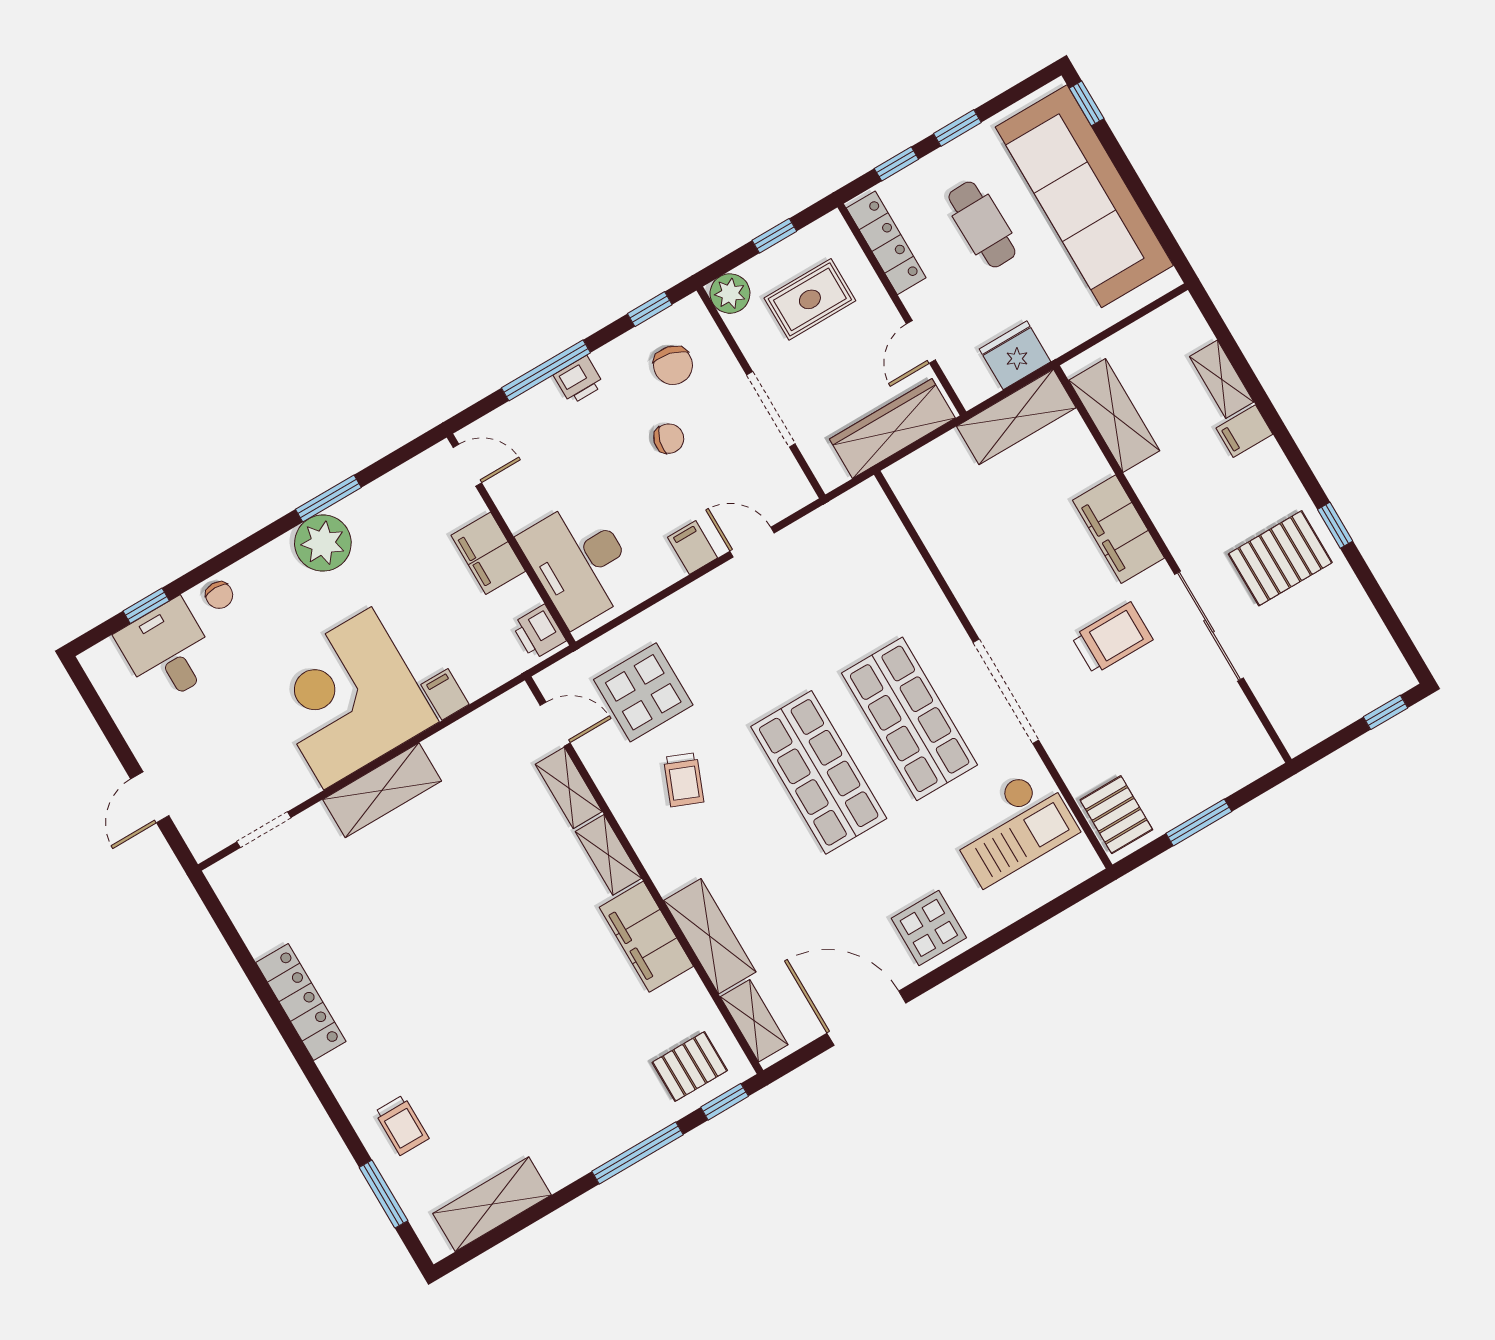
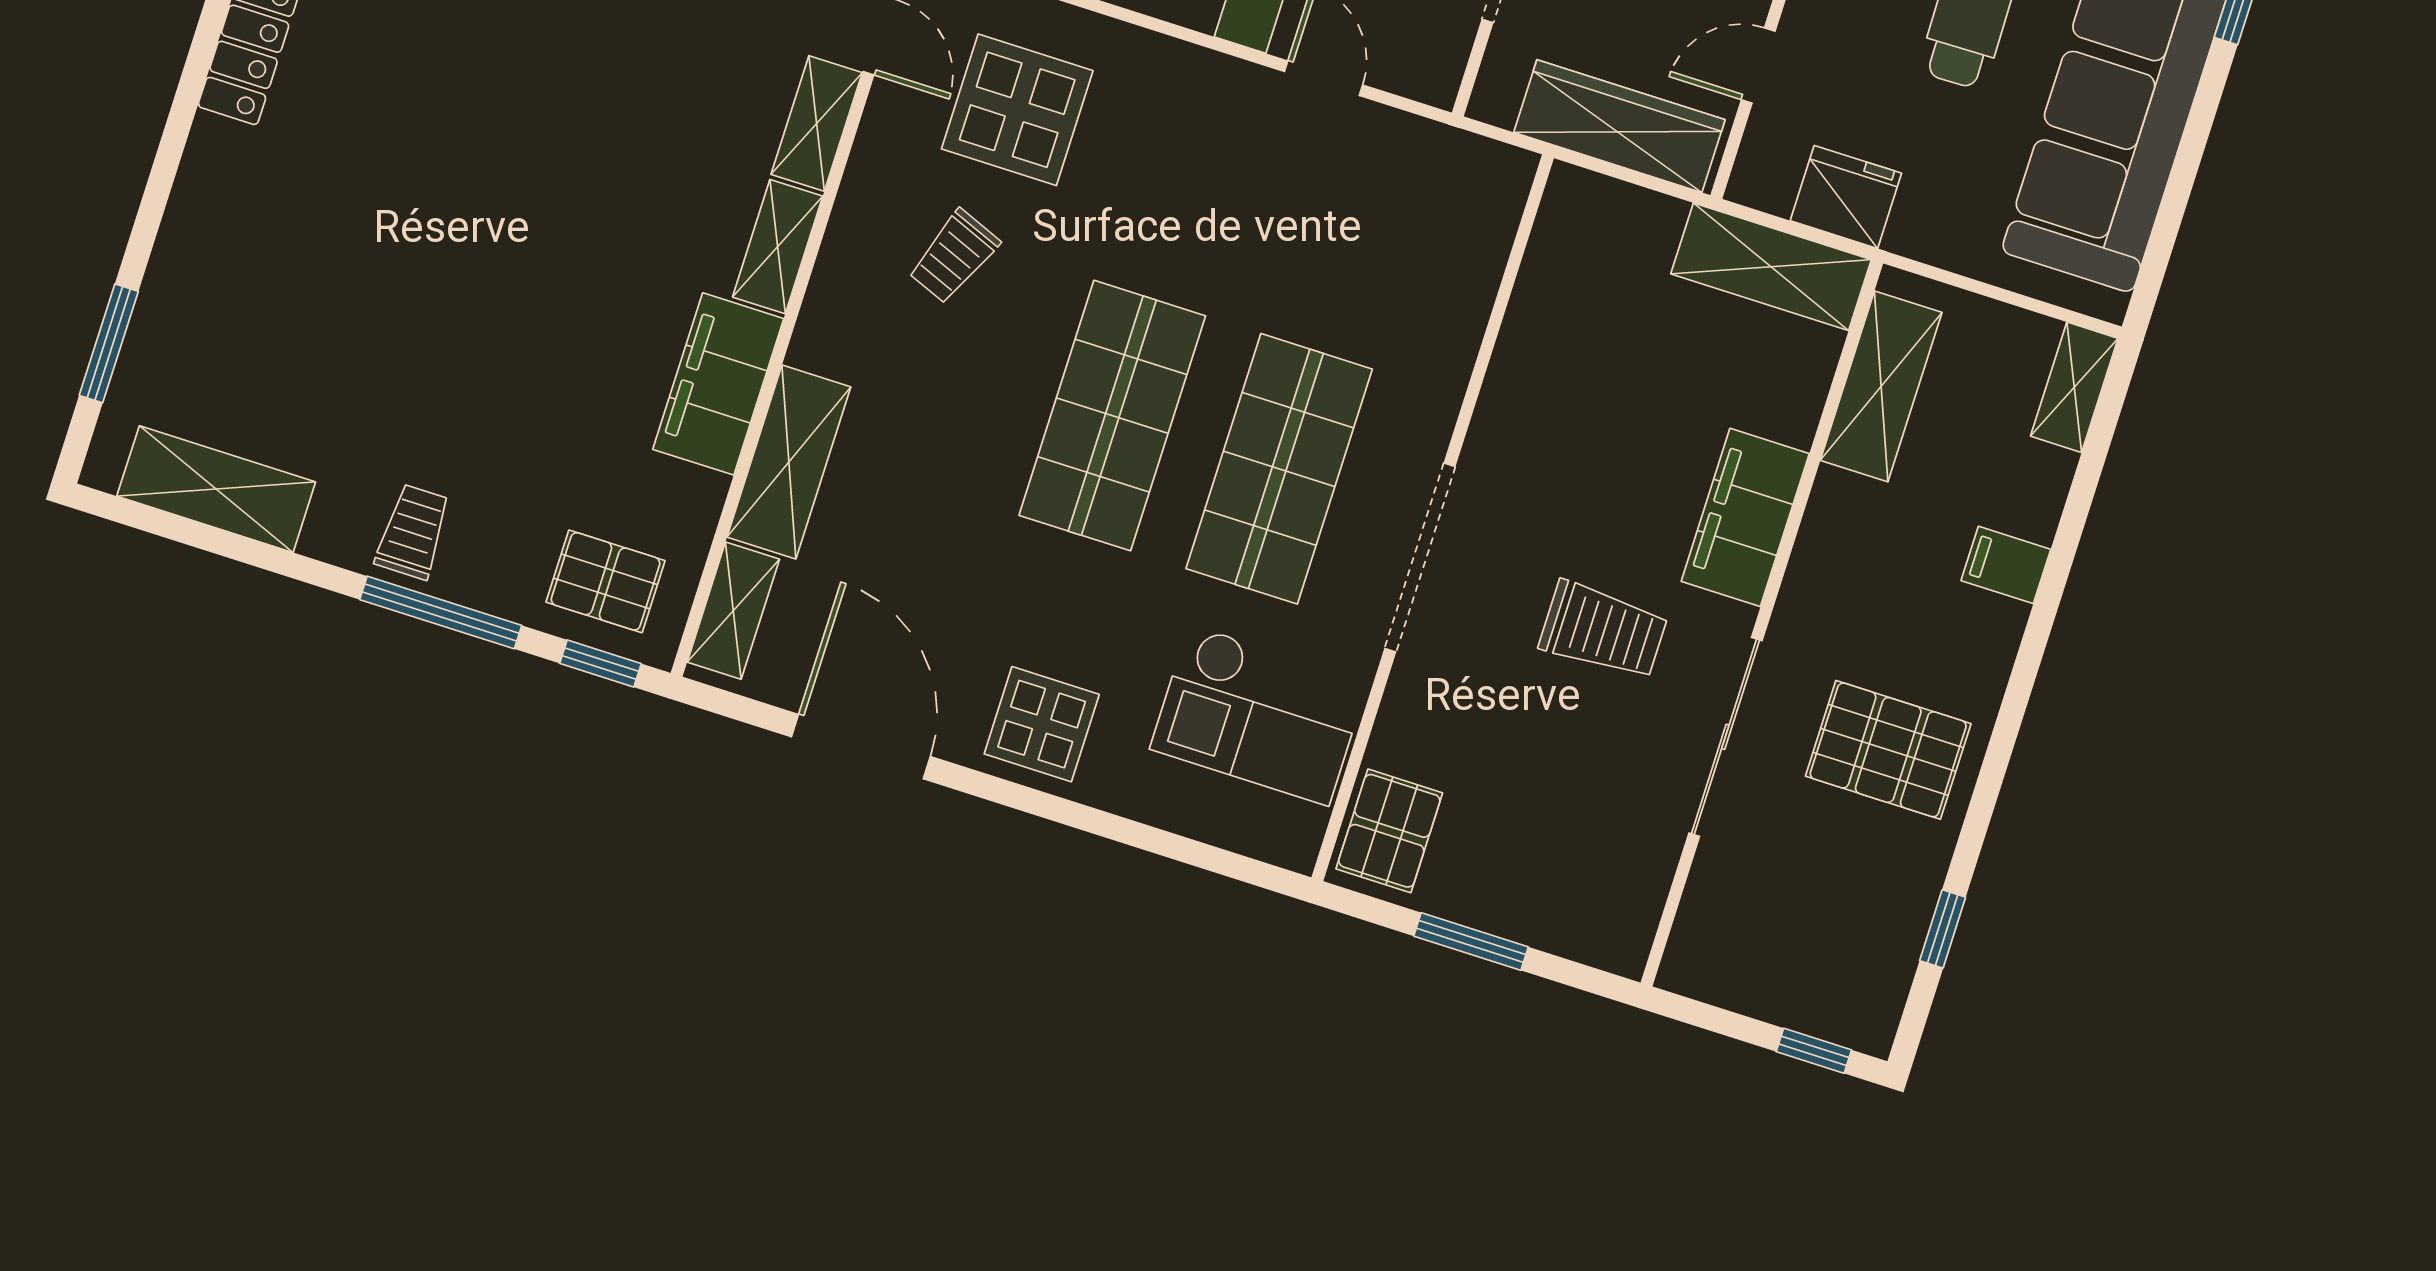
shelving: (1222, 379) -> (2074, 387), moved
window: (1335, 525) -> (1943, 929), moved
trolley: (402, 1125) -> (413, 532), moved, turned 180

